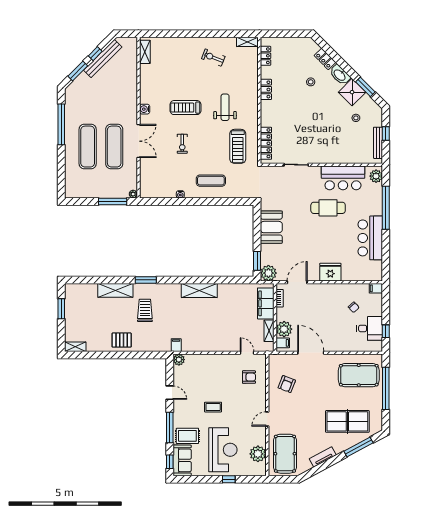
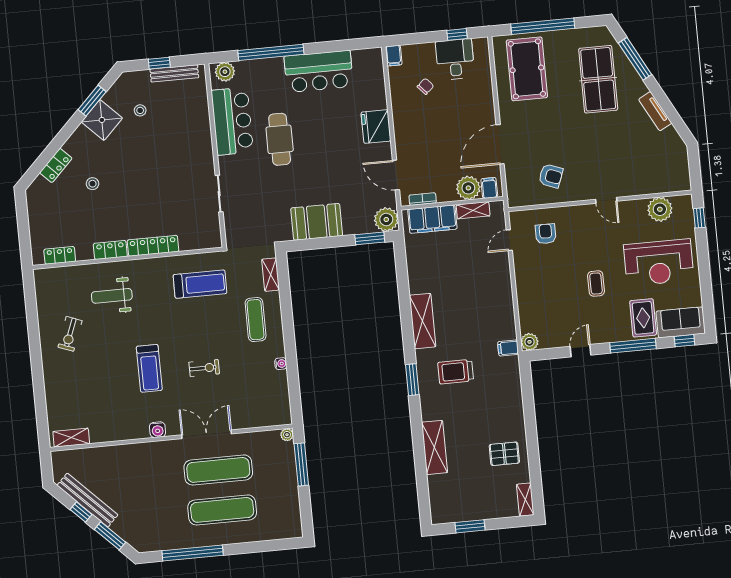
shelving: (247, 42) -> (271, 275), moved
washbasin: (340, 75) -> (78, 141), removed
weight bench: (225, 107) -> (112, 296), moved
locker: (266, 143) -> (153, 246), moved
window: (146, 280) -> (412, 380), moved
trolley: (145, 310) -> (456, 372), moved
pallet: (122, 340) -> (504, 454), moved, turned 90
reception desk: (223, 450) -> (659, 262), turned 180
pool table: (285, 454) -> (656, 168), removed
window: (229, 479) -> (699, 218), moved

